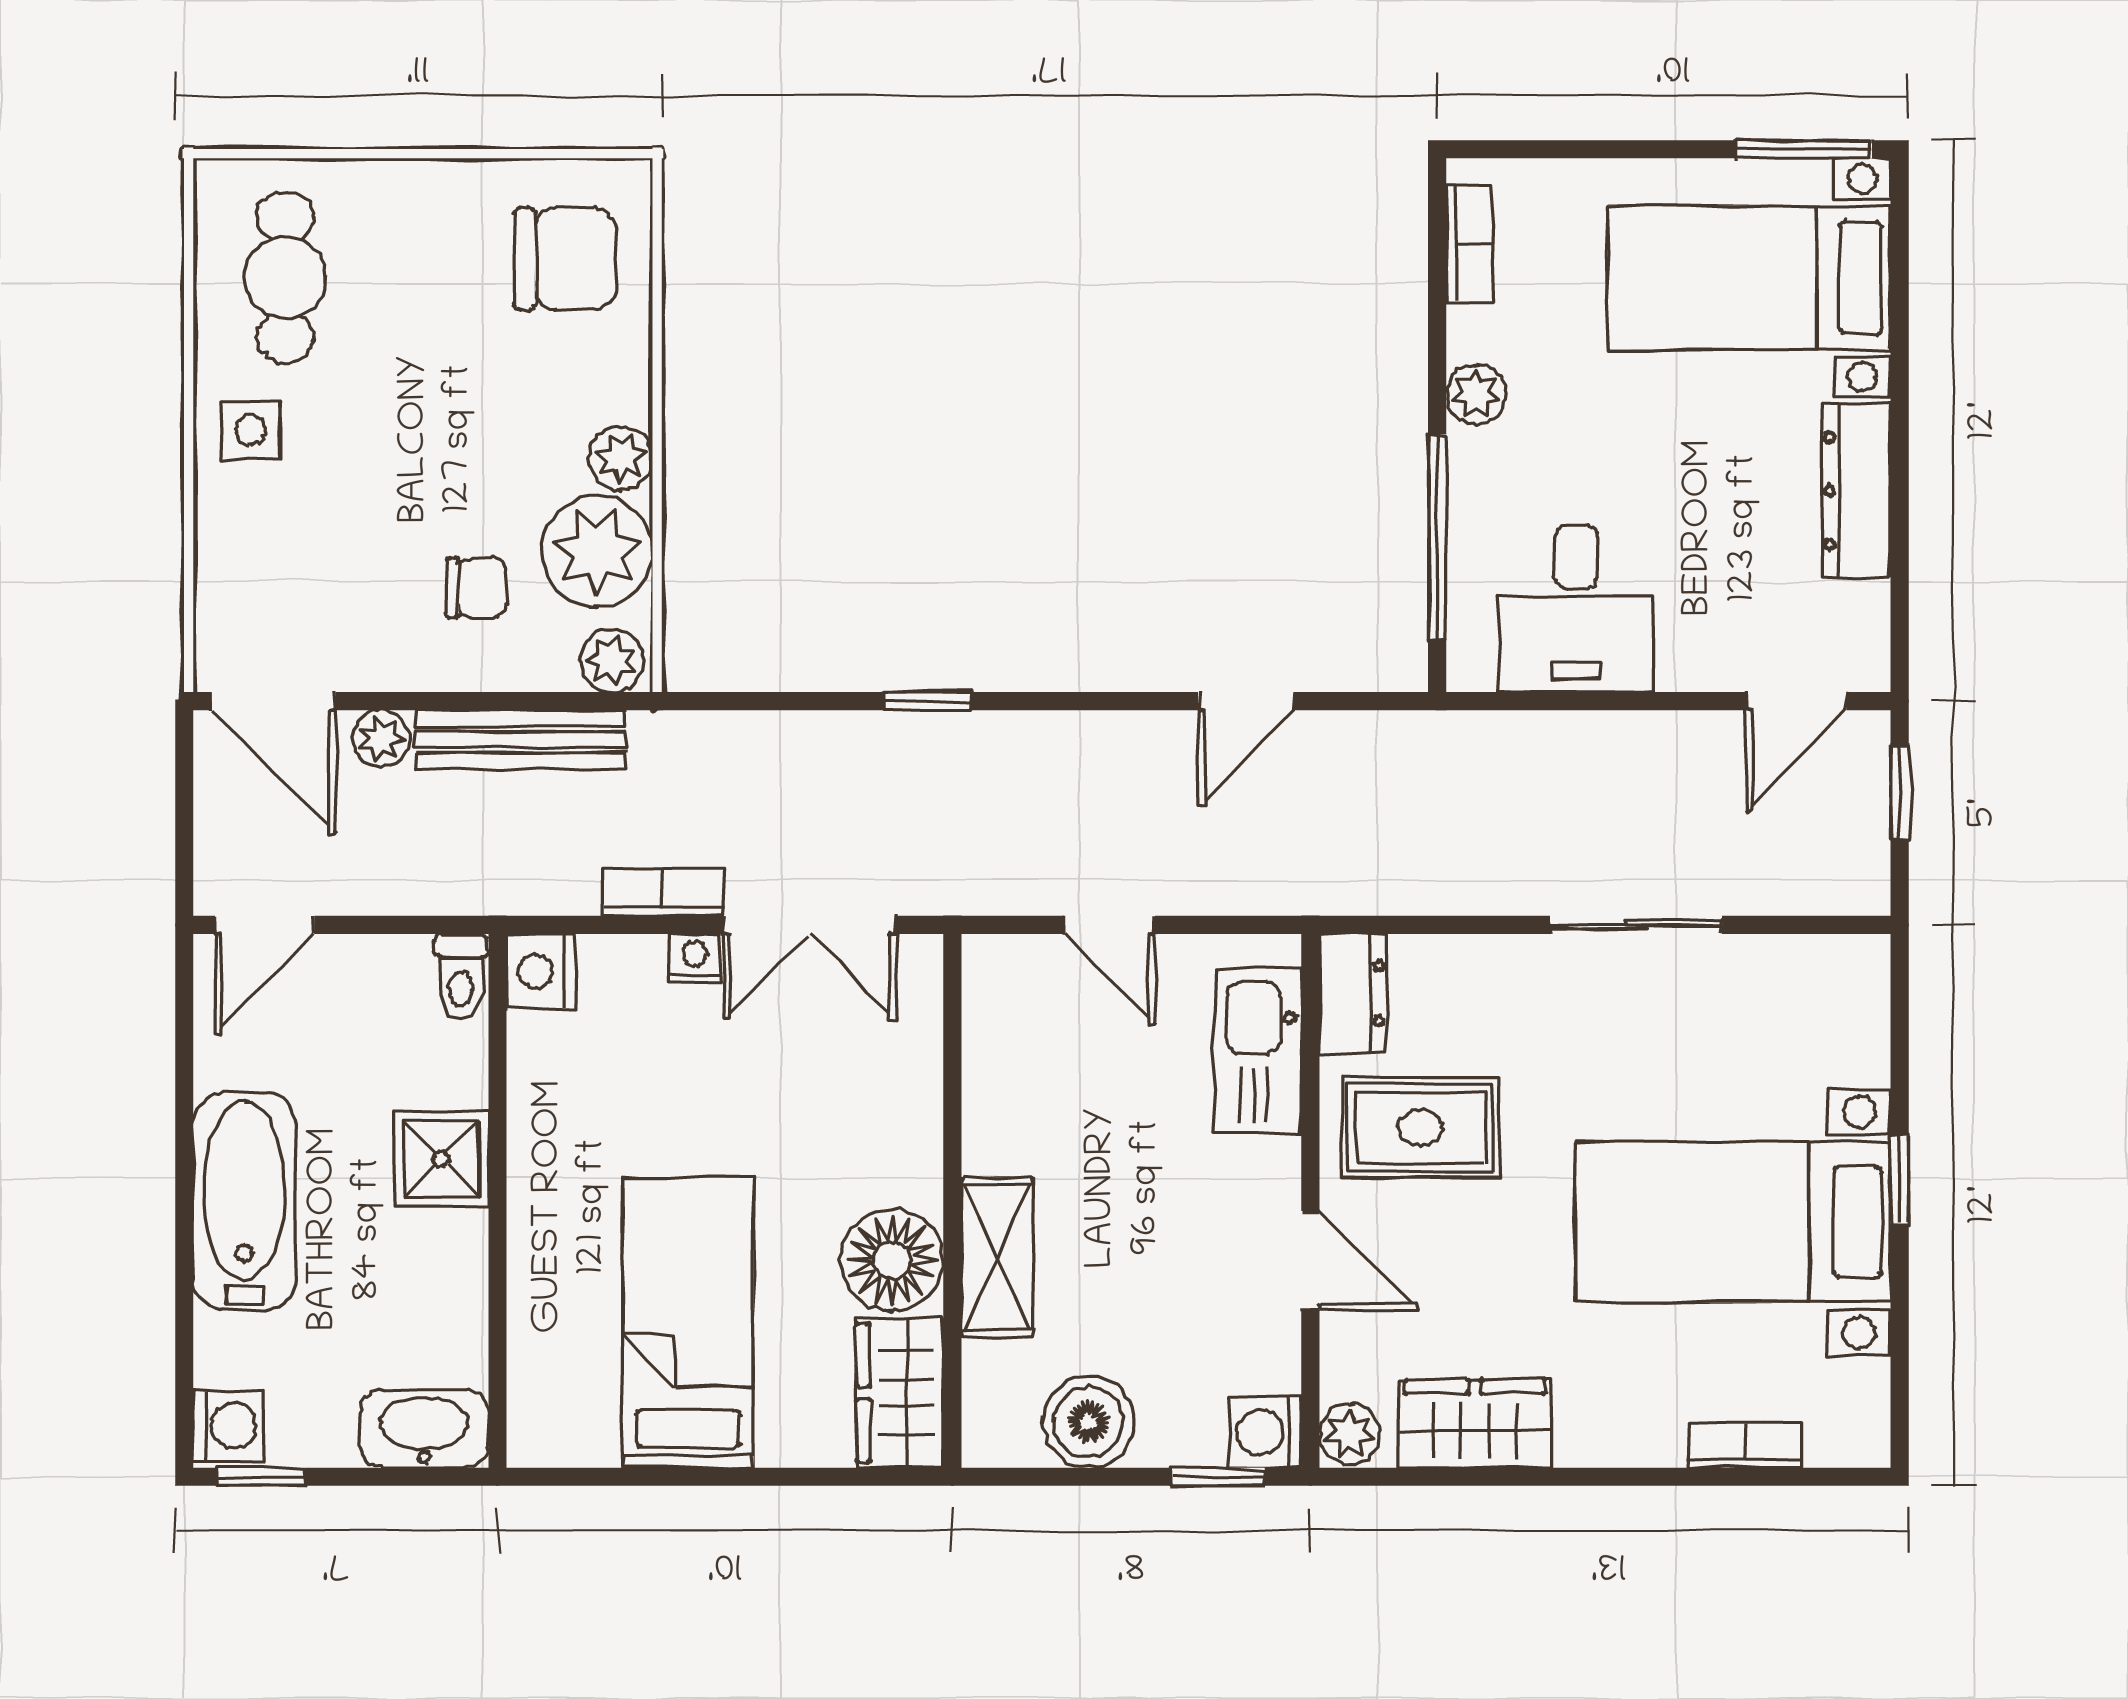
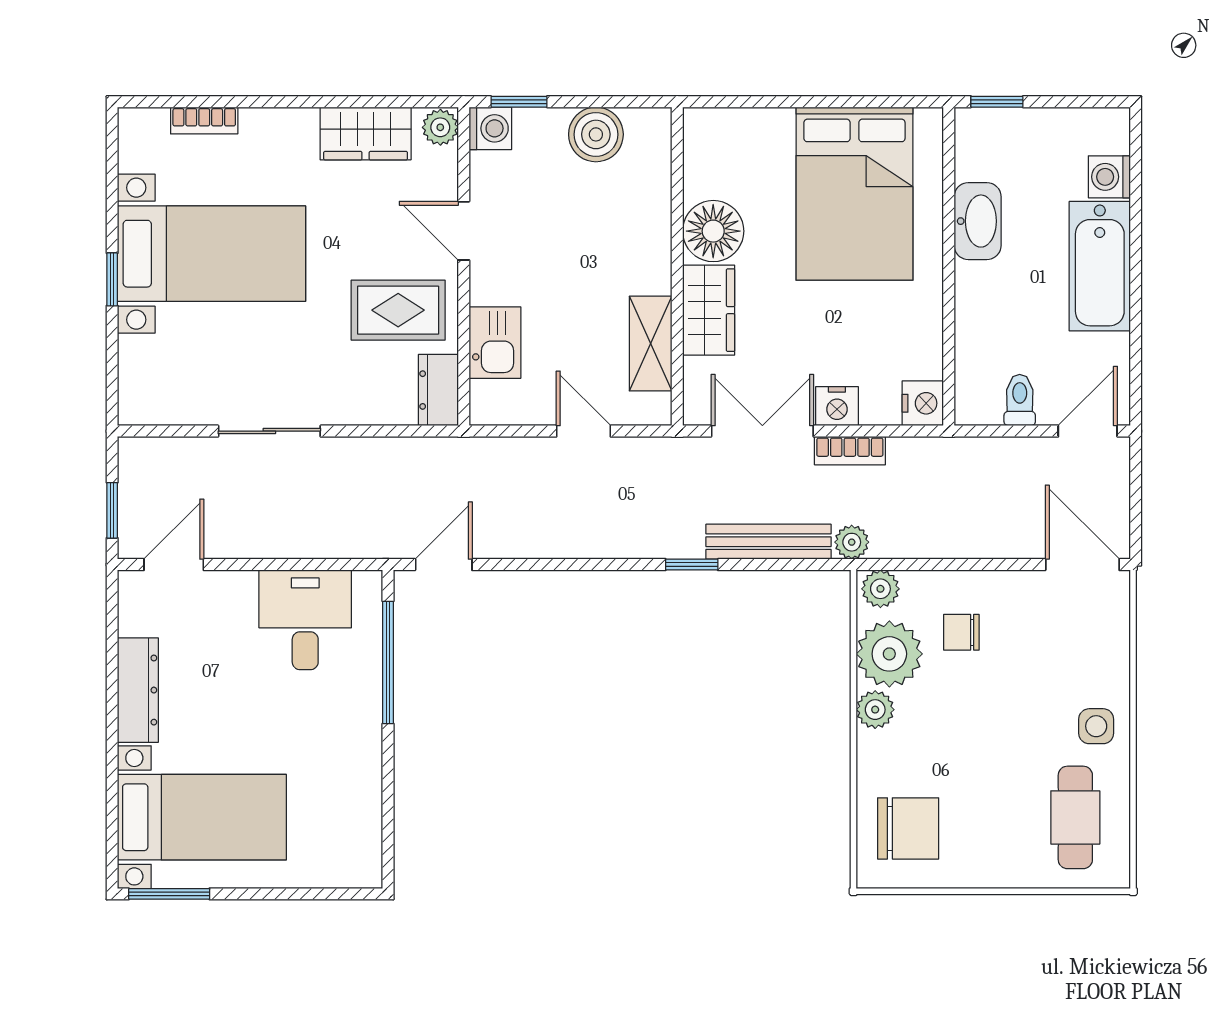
bookcase: (1469, 244) -> (369, 837), removed
chair: (565, 259) -> (908, 828), turned 180
plant: (1476, 394) -> (365, 748), removed
door: (1246, 701) -> (444, 565), moved
plant: (381, 739) -> (852, 542), moved
bench: (521, 739) -> (769, 542), moved
nightstand: (695, 958) -> (837, 406), width x1.39, depth x1.35
toilet: (461, 977) -> (1020, 400), moved
kitchen sink: (1258, 1051) -> (495, 343), width x0.73
shower: (441, 1159) -> (982, 291), removed
shelving: (997, 1257) -> (651, 344), moved
bed: (688, 1323) -> (854, 194), width x1.50
wardrobe: (900, 1393) -> (709, 310), moved
washing machine: (228, 1426) -> (1109, 177), moved
washbasin: (424, 1428) -> (978, 221), moved, turned -90
window: (261, 1477) -> (997, 102), moved

